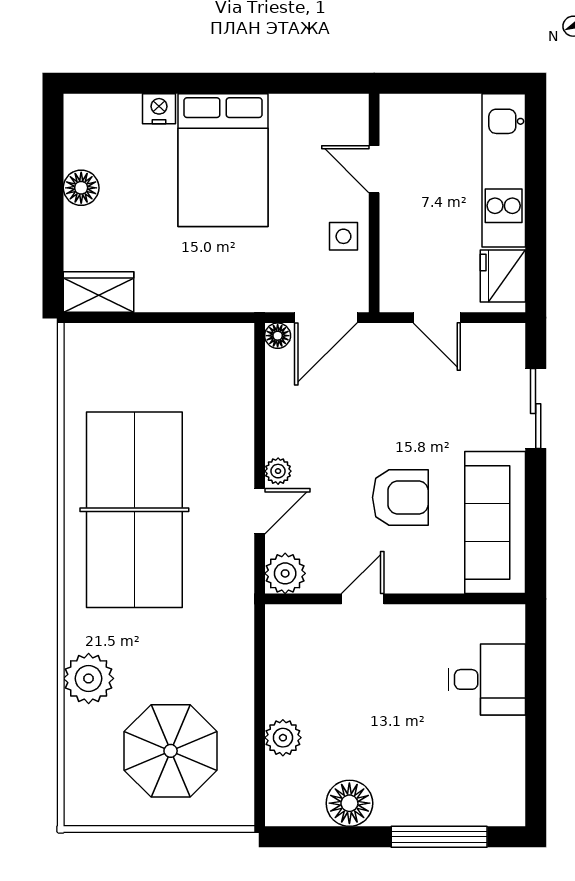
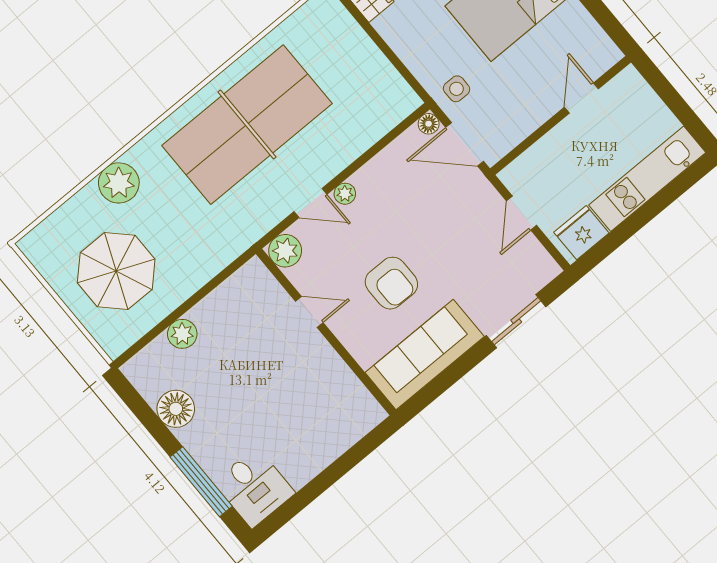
side table: (343, 236) -> (457, 89), moved
desk: (487, 679) -> (254, 488), moved

